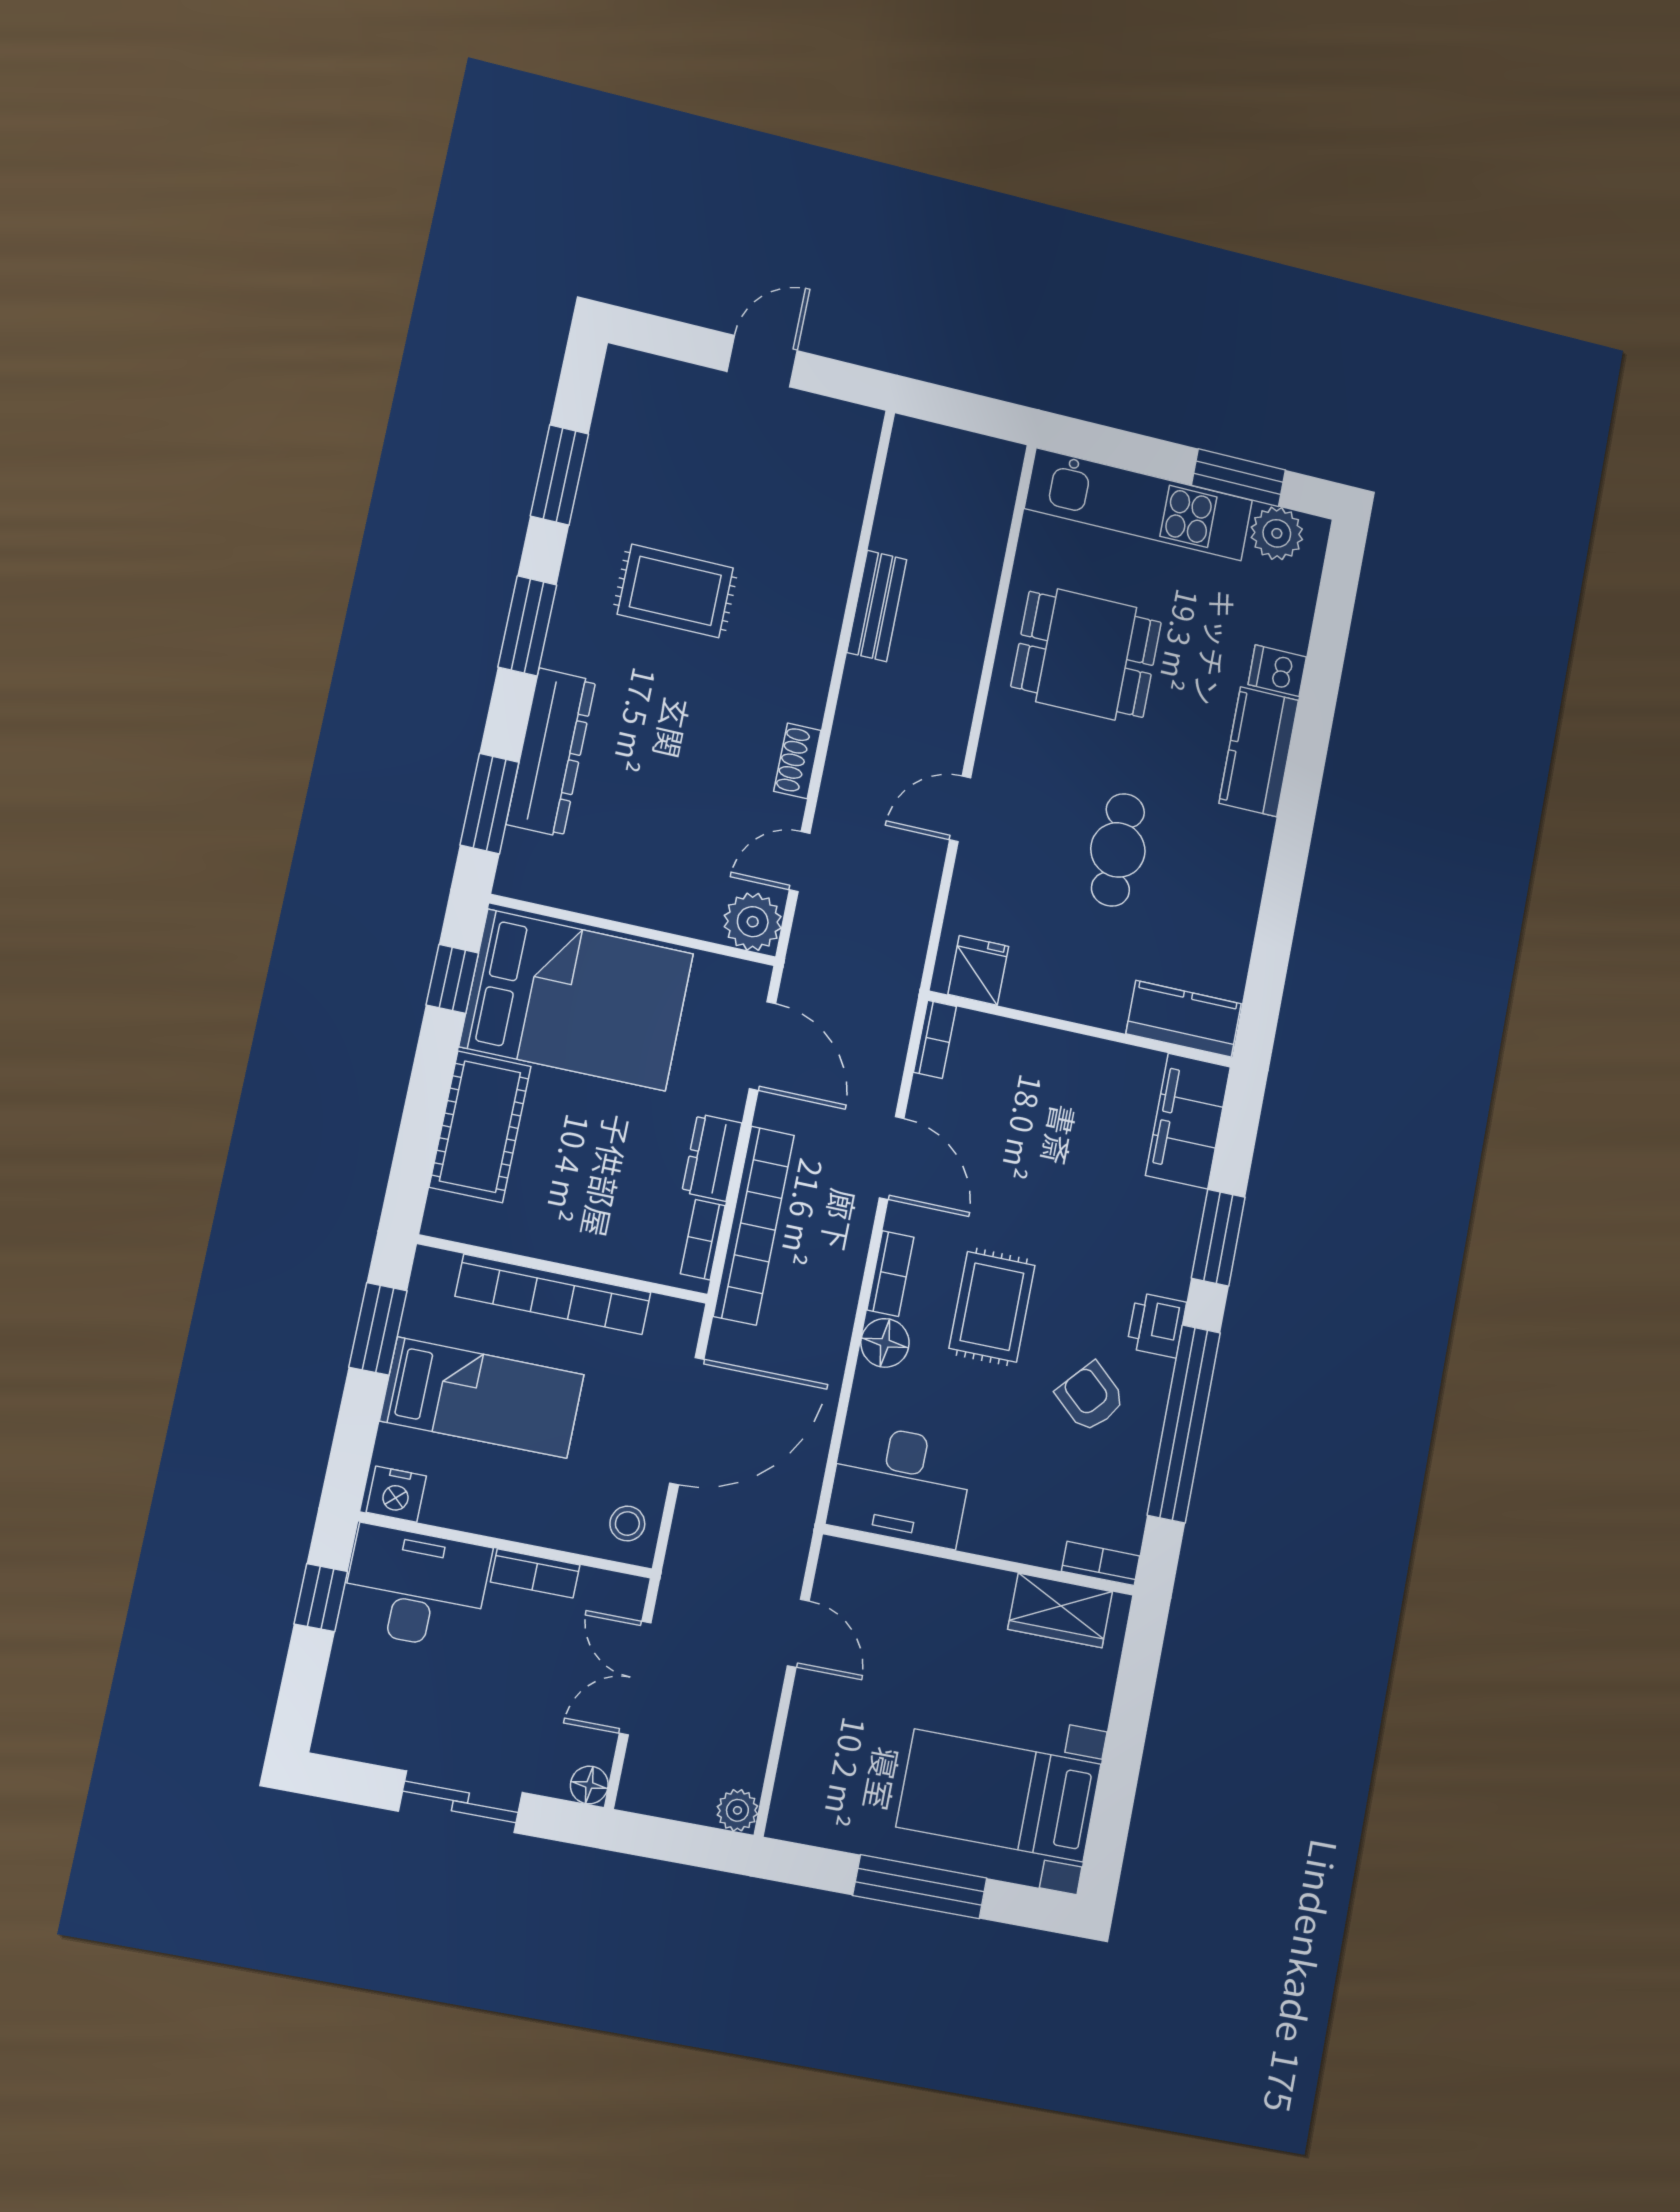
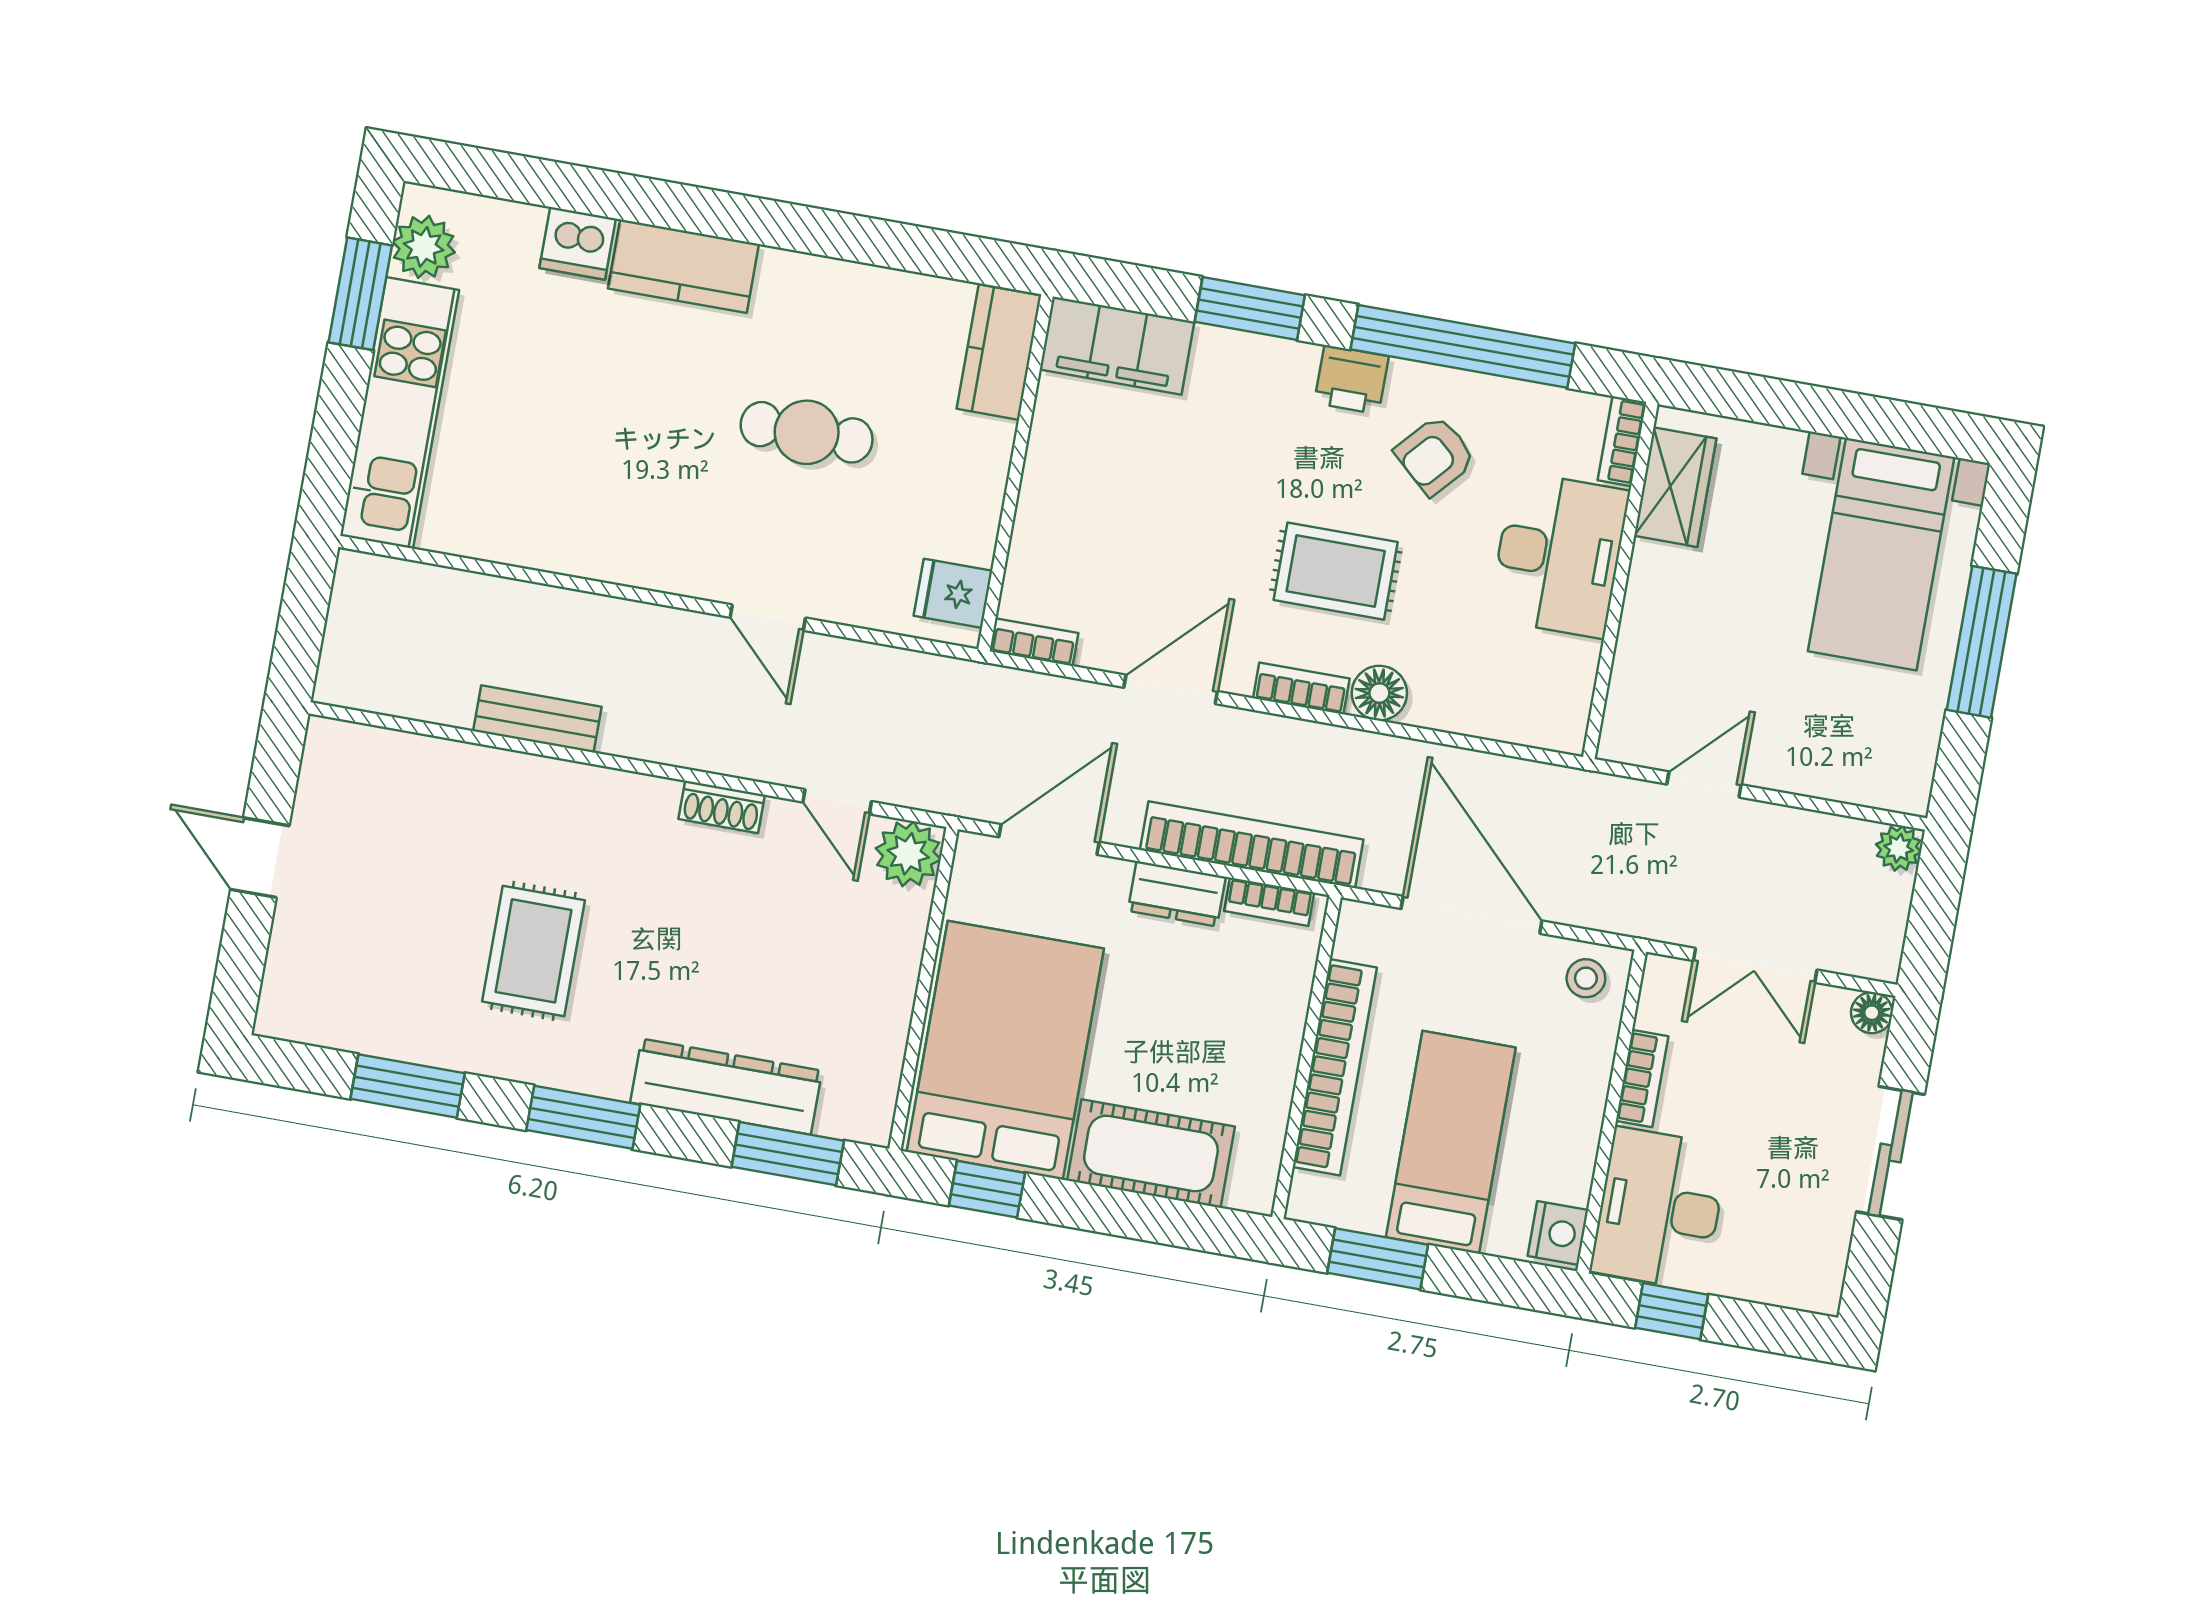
dining table: (1086, 654) -> (580, 473), removed
dishwasher: (1277, 671) -> (578, 243), width x1.38
desk: (900, 1485) -> (1559, 555), moved

